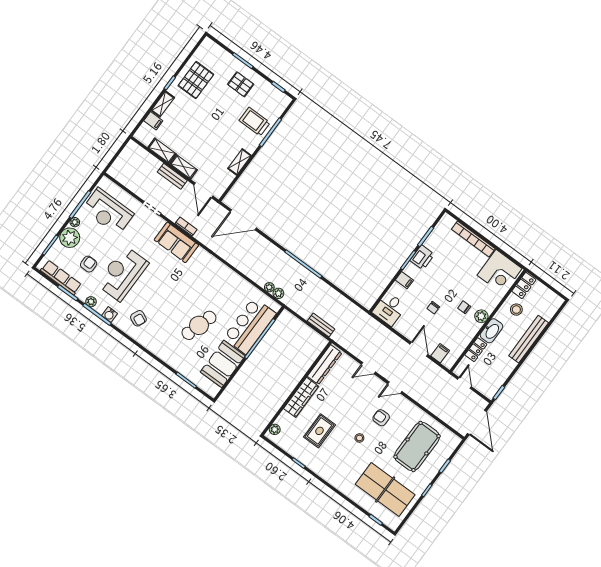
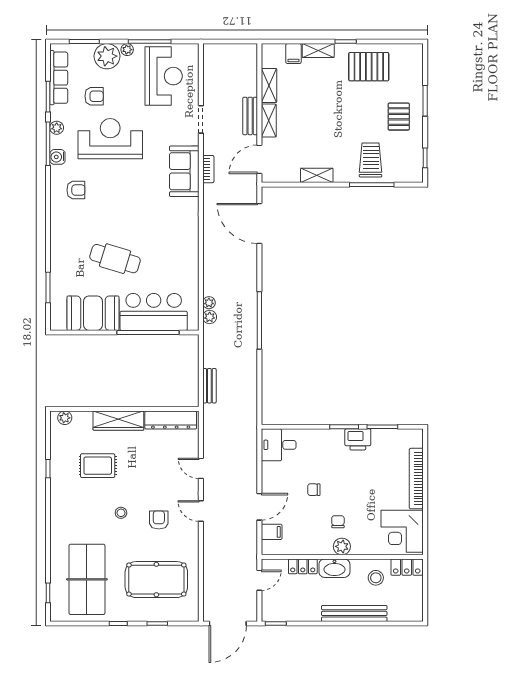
reception desk: (108, 212) -> (164, 76), turned 180
filing cabinet: (404, 280) -> (320, 438), removed
armchair: (138, 318) -> (76, 190), turned -114

